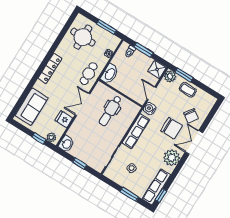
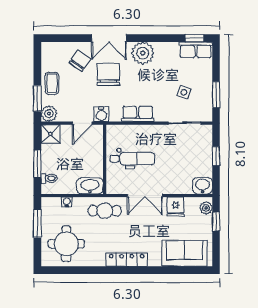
row of seats: (136, 131) -> (138, 114), width x0.68
row of seats: (156, 187) -> (196, 50), width x0.68
window: (129, 194) -> (216, 95), moved

